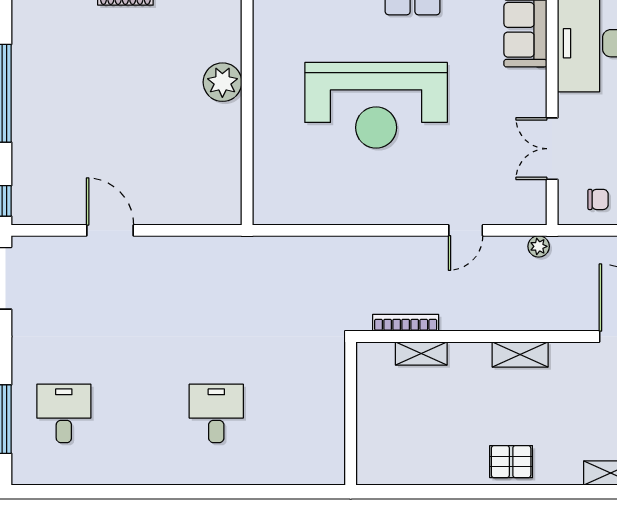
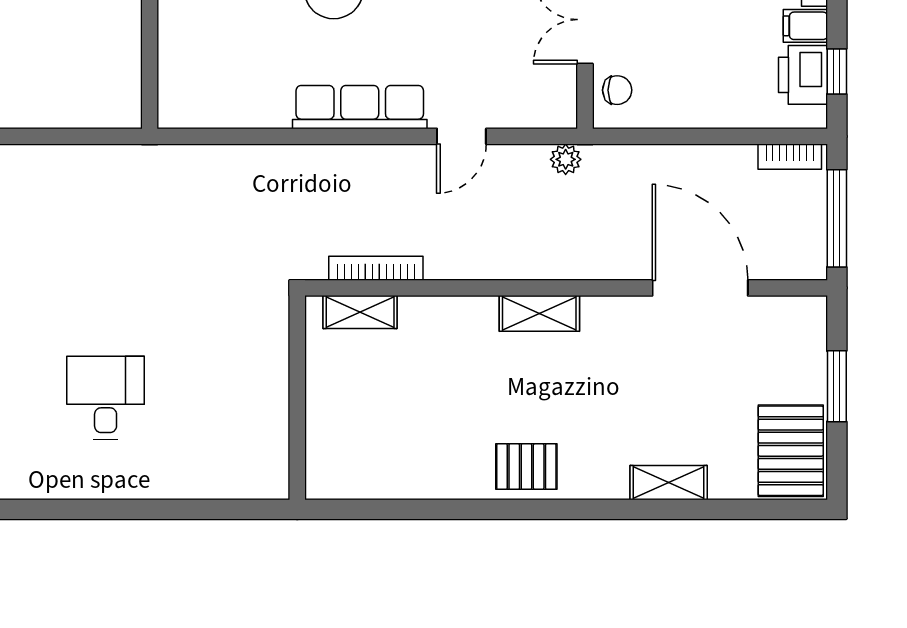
chair: (598, 199) -> (617, 90), moved
row of seats: (394, 210) -> (360, 107), added
shelving: (421, 353) -> (360, 312), moved

